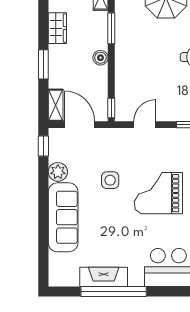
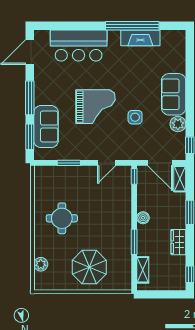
sofa: (63, 217) -> (174, 94), width x0.73

